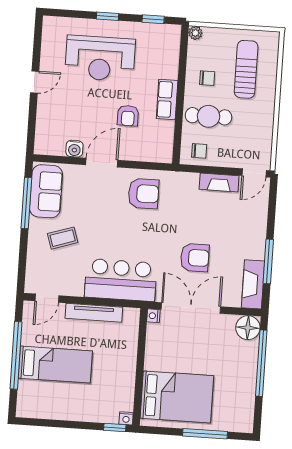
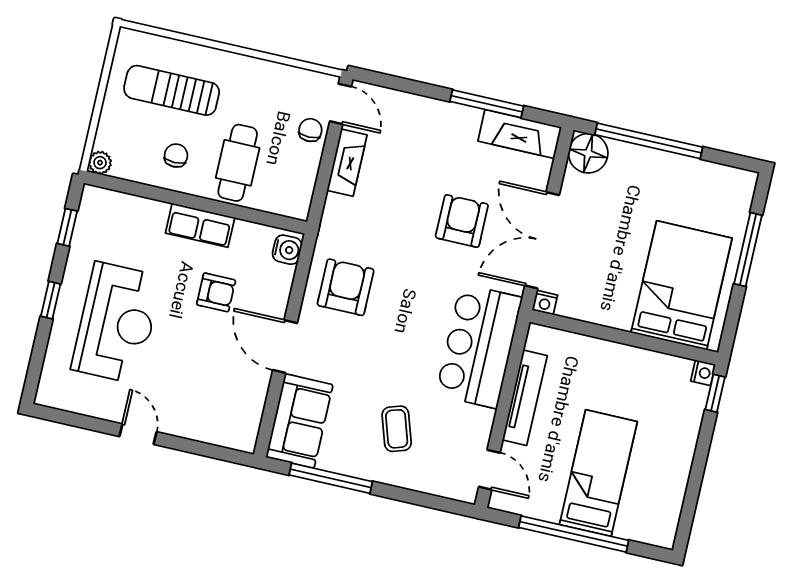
water cooler: (74, 149) -> (287, 250), moved
chair: (199, 151) -> (310, 130), moved
sofa: (46, 191) -> (299, 421), moved, turned 90

